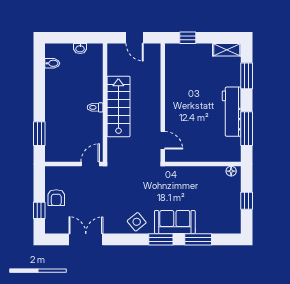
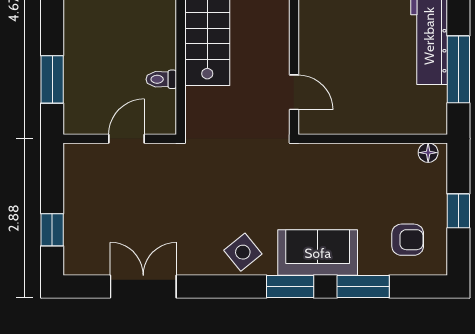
toilet: (95, 107) -> (161, 79), moved
door: (90, 164) -> (127, 139), moved
armchair: (56, 198) -> (408, 240), moved, turned -90

